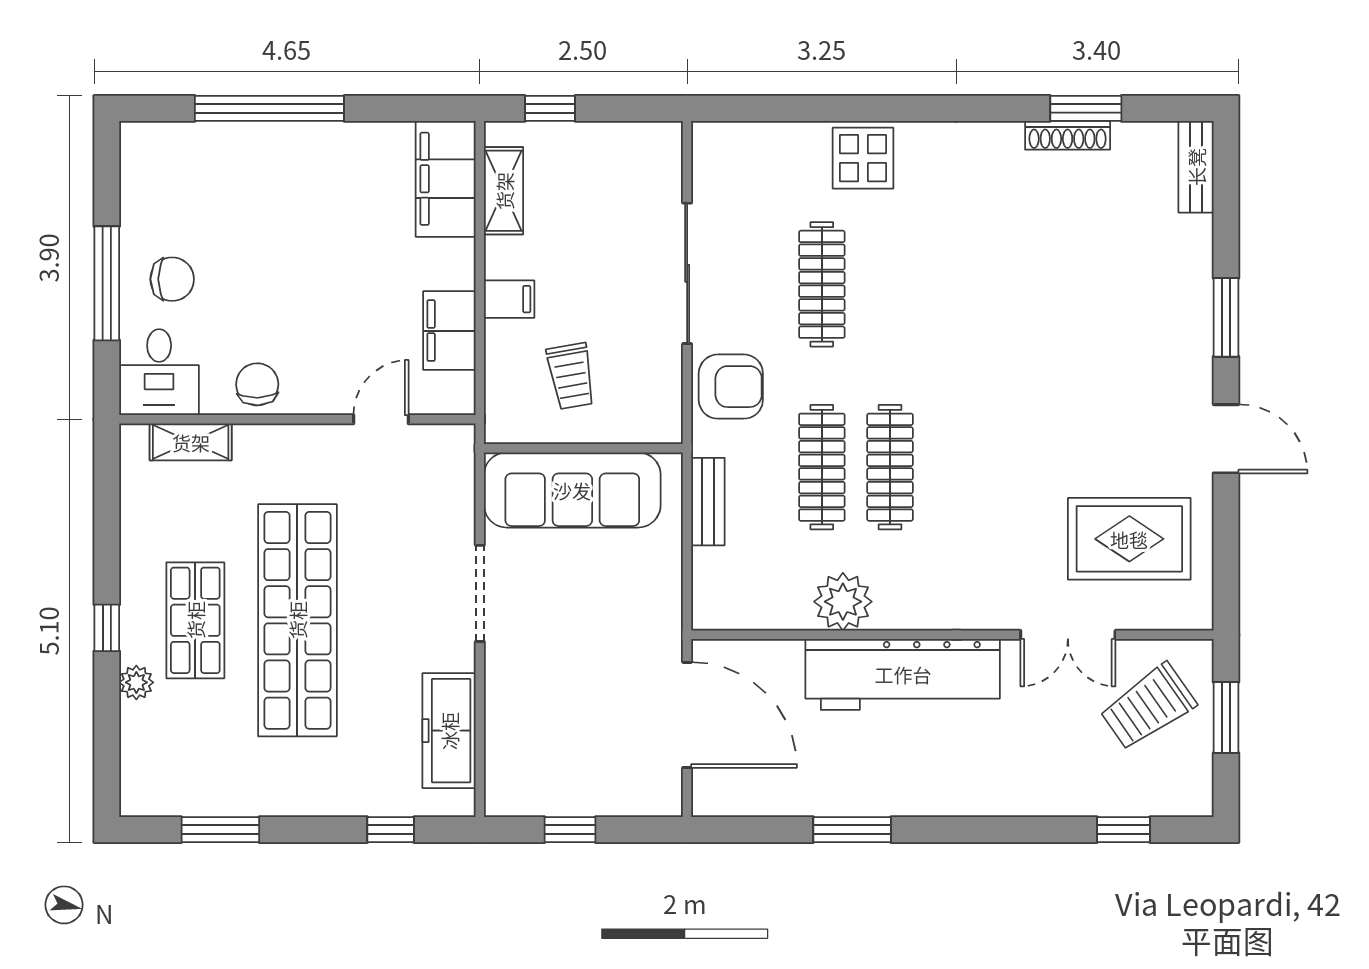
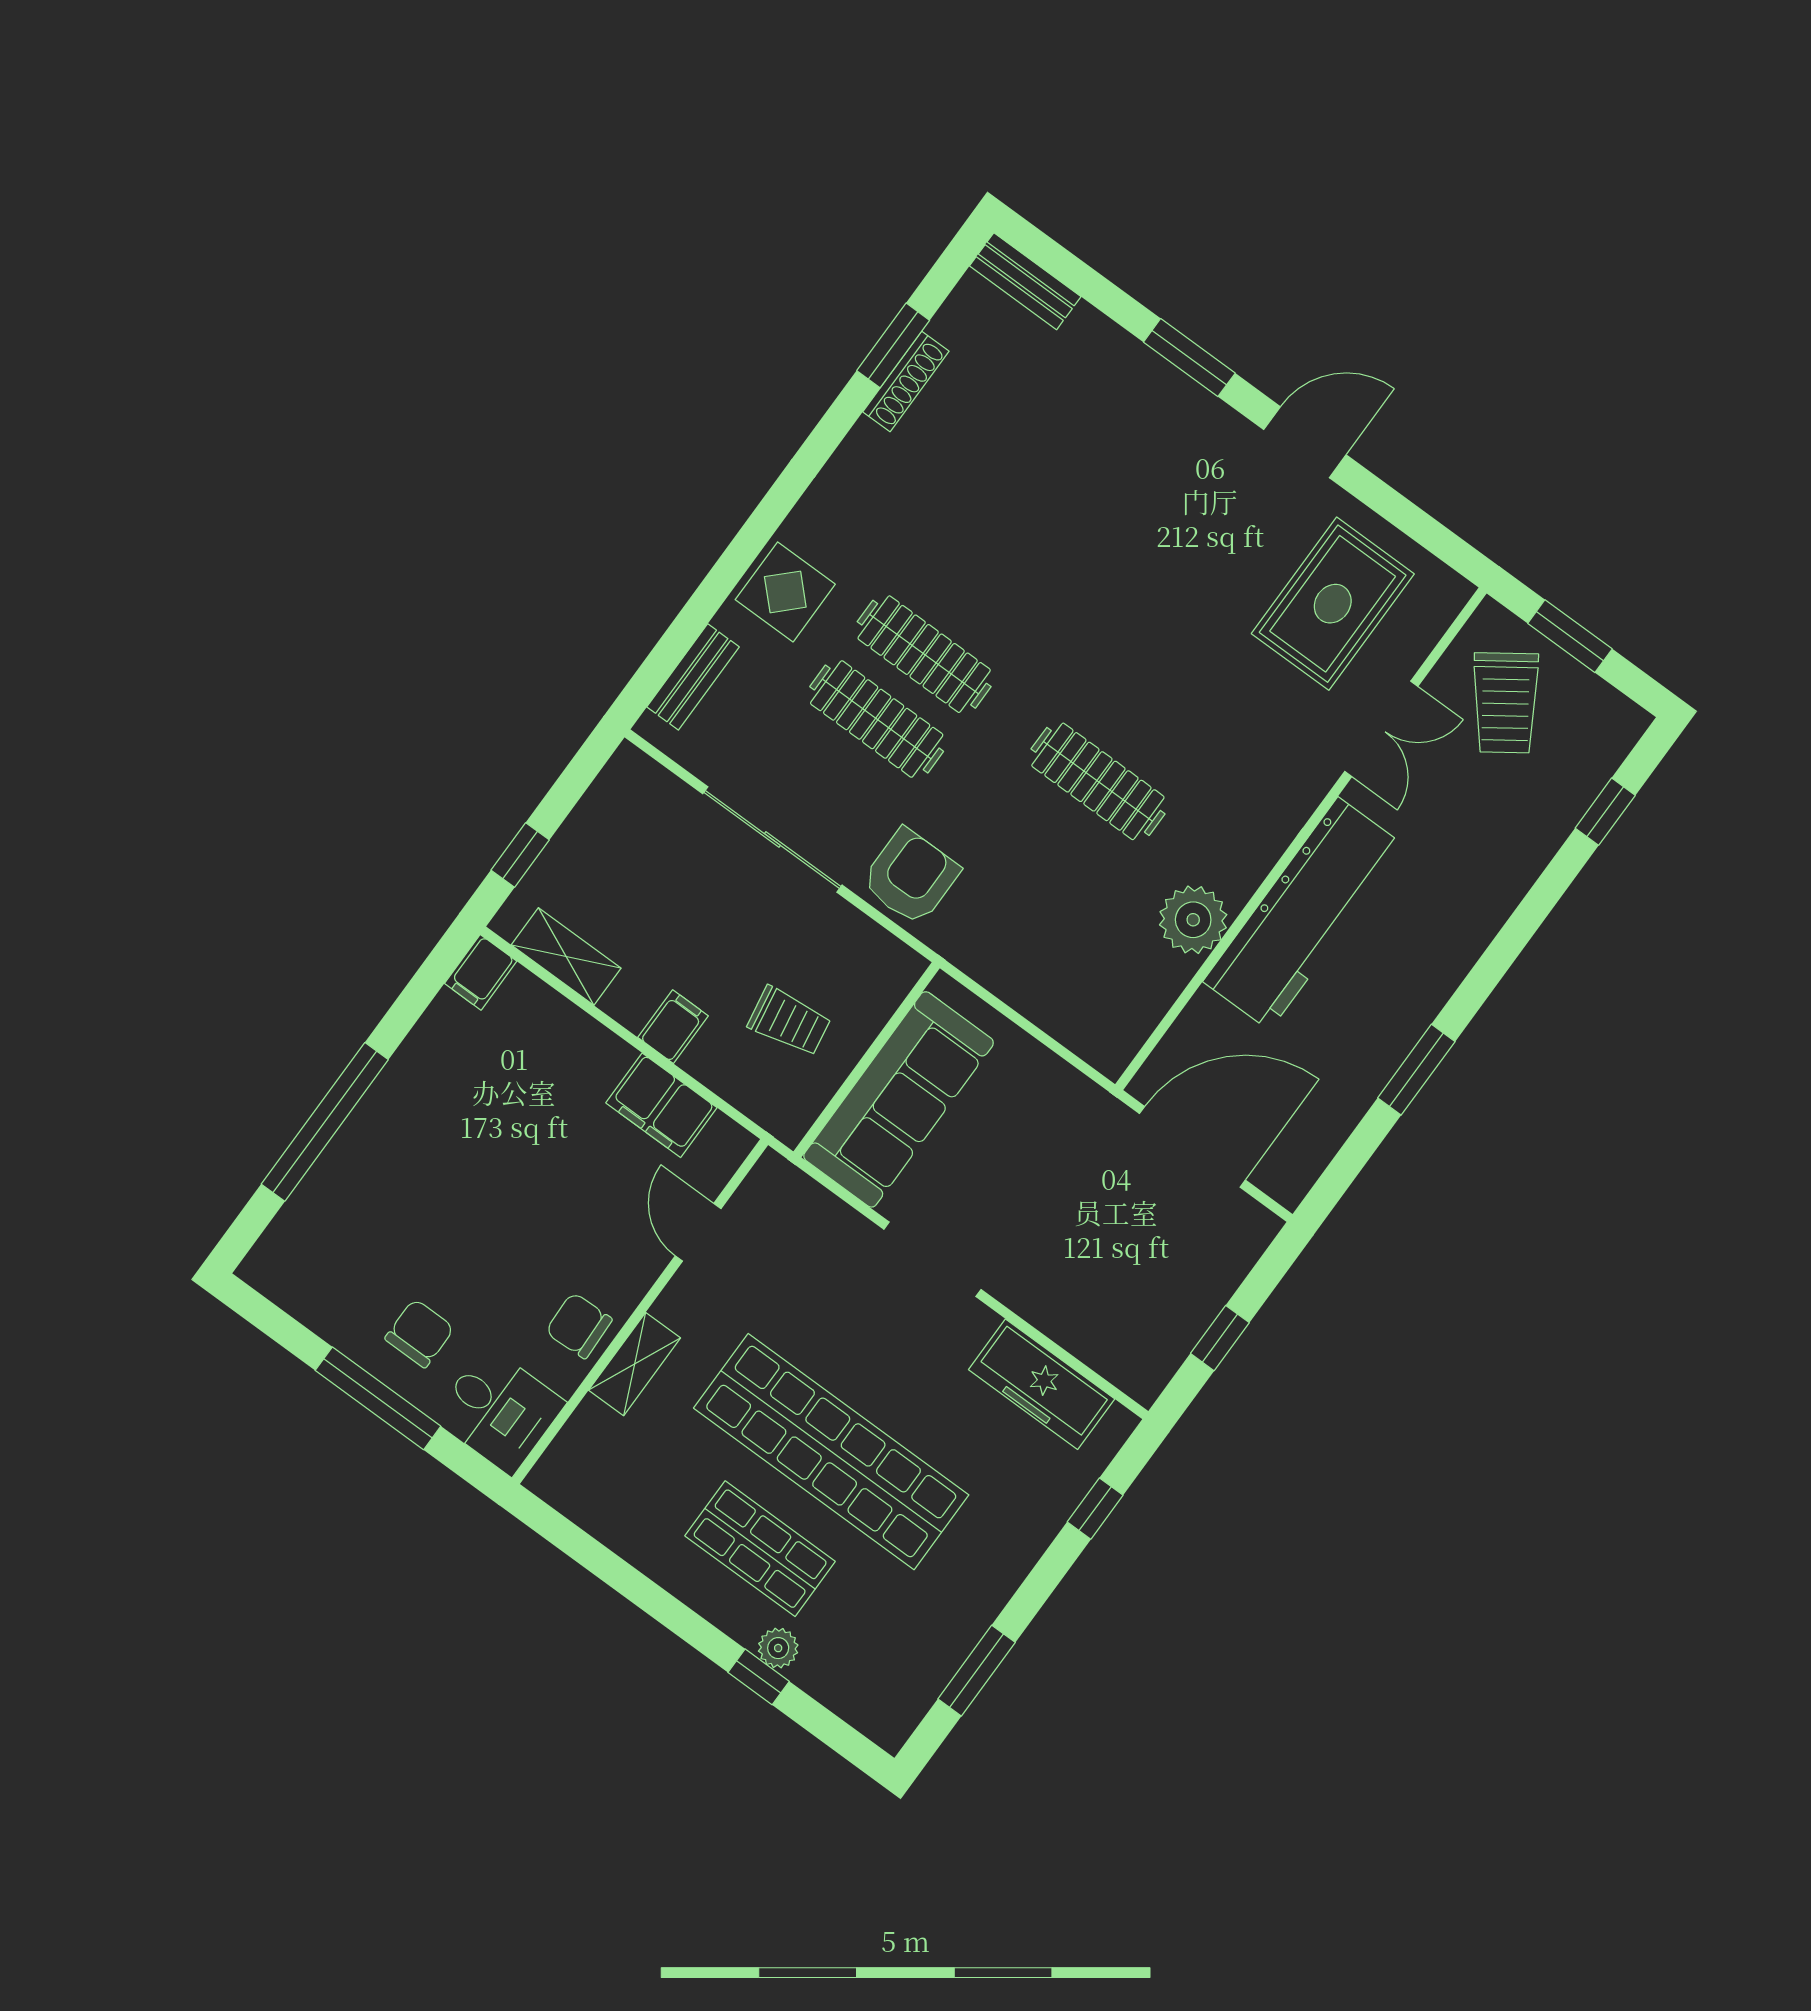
filing cabinet: (446, 179) -> (481, 972), width x0.33, depth x0.86
shelving: (191, 442) -> (635, 1364), moved
clothes rail: (822, 467) -> (924, 654), moved
bench: (708, 502) -> (693, 677), moved, turned 90
window: (107, 628) -> (759, 1677), moved

